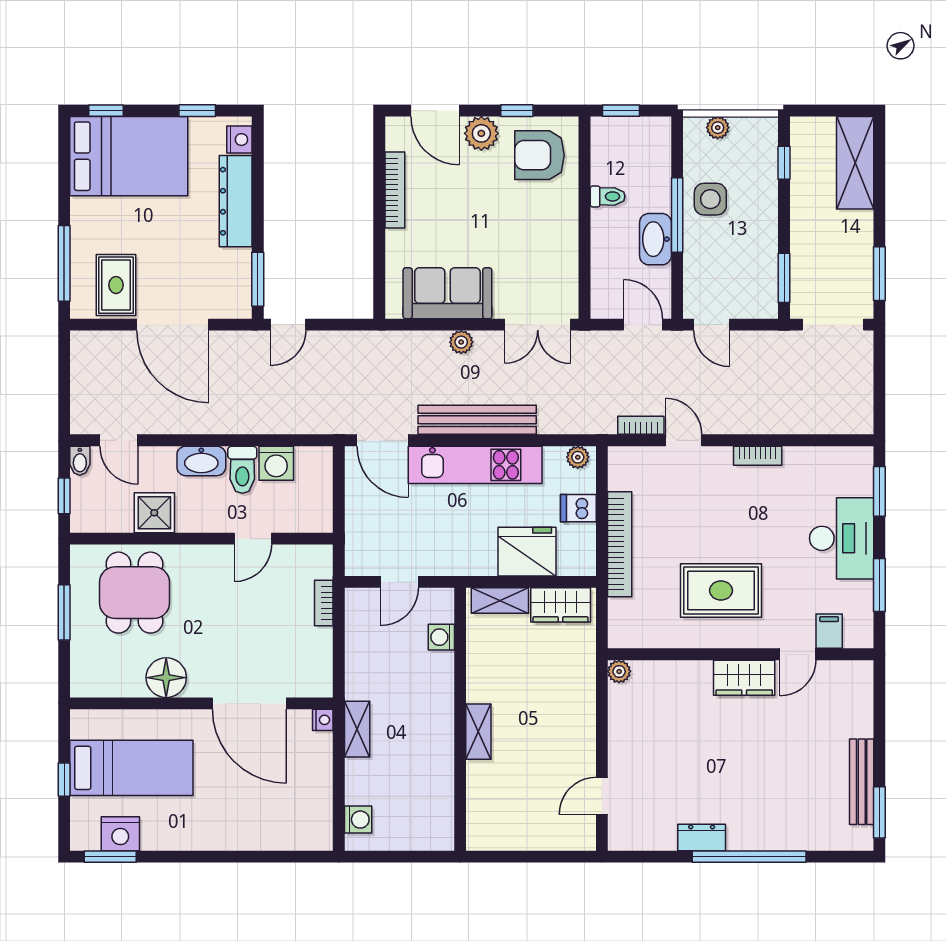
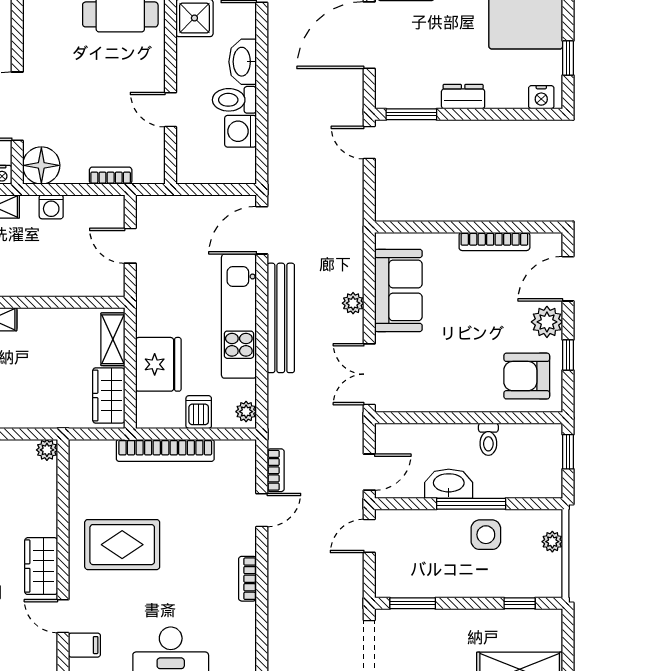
armchair: (540, 155) -> (527, 376), turned -90
dresser: (236, 201) -> (463, 97), width x0.51, depth x0.80
rug: (721, 591) -> (122, 545), turned 90
washing machine: (441, 637) -> (51, 207), moved, turned 180
floor lamp: (166, 678) -> (41, 165), moved

